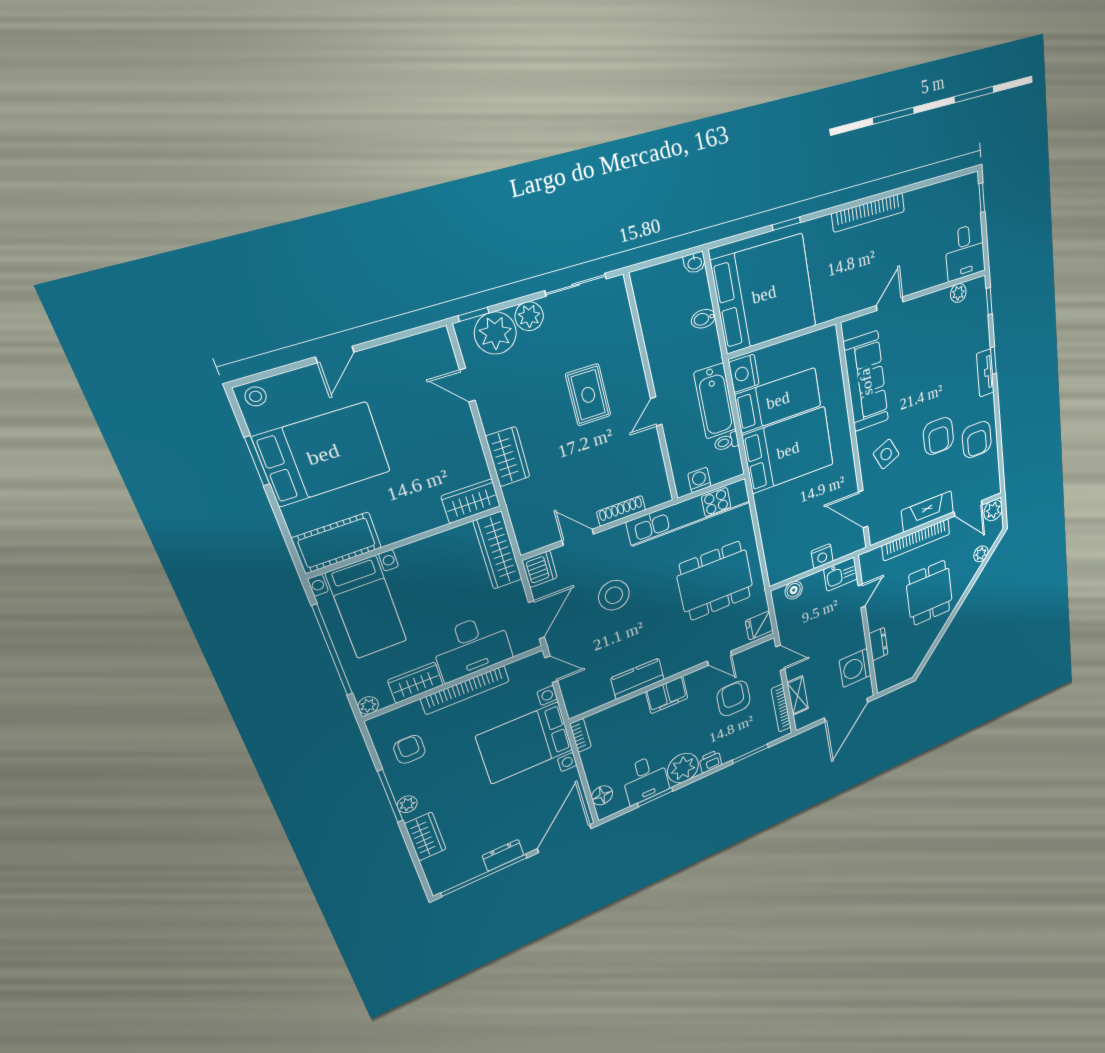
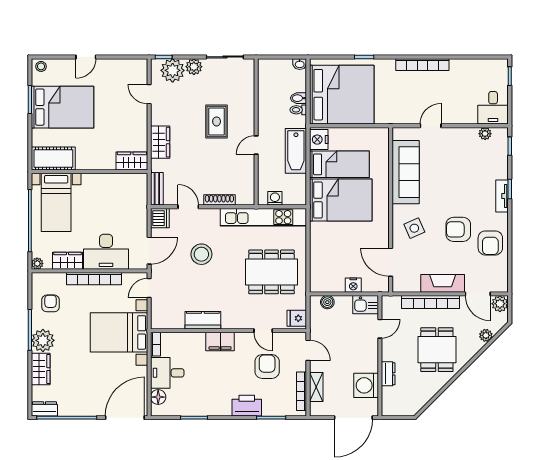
armchair: (938, 436) -> (458, 229), turned 90
toilet: (726, 442) -> (298, 110), moved
bench: (523, 529) -> (157, 189), added
wardrobe: (498, 550) -> (138, 197), removed
door: (551, 669) -> (149, 288), swing flipped
printer: (710, 761) -> (247, 406), width x1.87, depth x1.48
plant: (683, 768) -> (219, 404), removed
desk: (645, 779) -> (167, 373), moved, turned 90
plant: (407, 804) -> (43, 340), width x1.88, depth x1.88
dresser: (503, 855) -> (45, 409), moved

